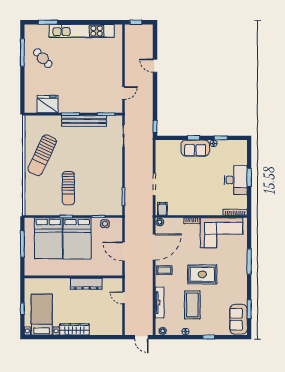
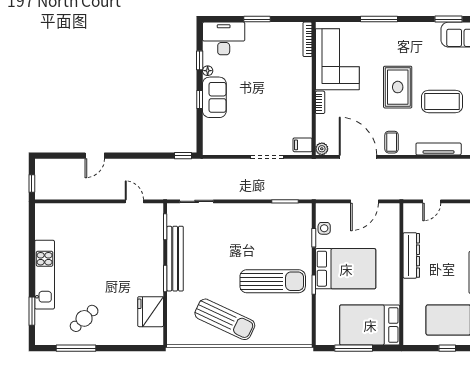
kitchen unit: (82, 31) -> (45, 275), width x0.73
desk: (236, 180) -> (224, 38), moved
sun lounger: (68, 188) -> (273, 281), width x1.36, depth x1.34
bed: (48, 238) -> (370, 325), moved, turned 180

